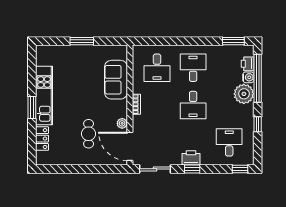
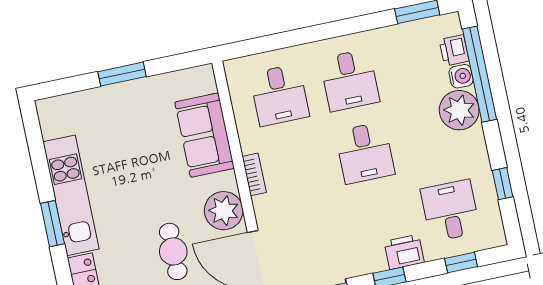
desk: (193, 68) -> (350, 80), turned 180
plant: (122, 123) -> (224, 211), width x1.87, depth x1.87
window: (258, 124) -> (503, 184), moved
printer: (191, 158) -> (404, 252), moved
window: (240, 169) -> (461, 262), moved

